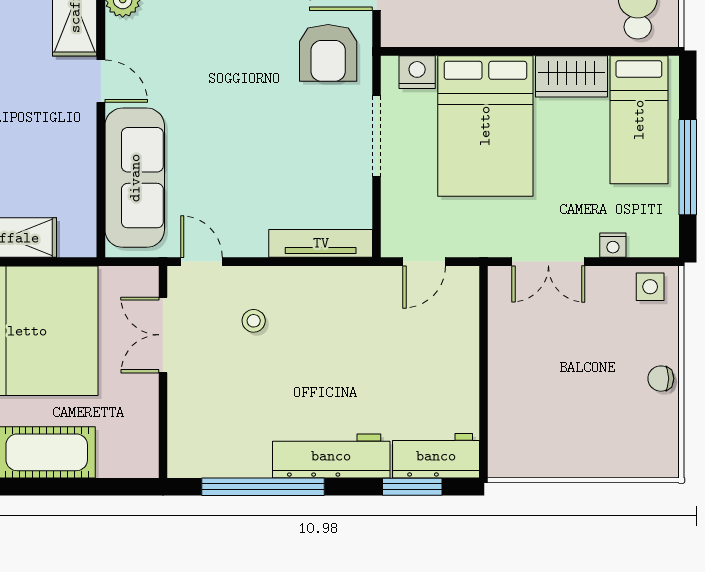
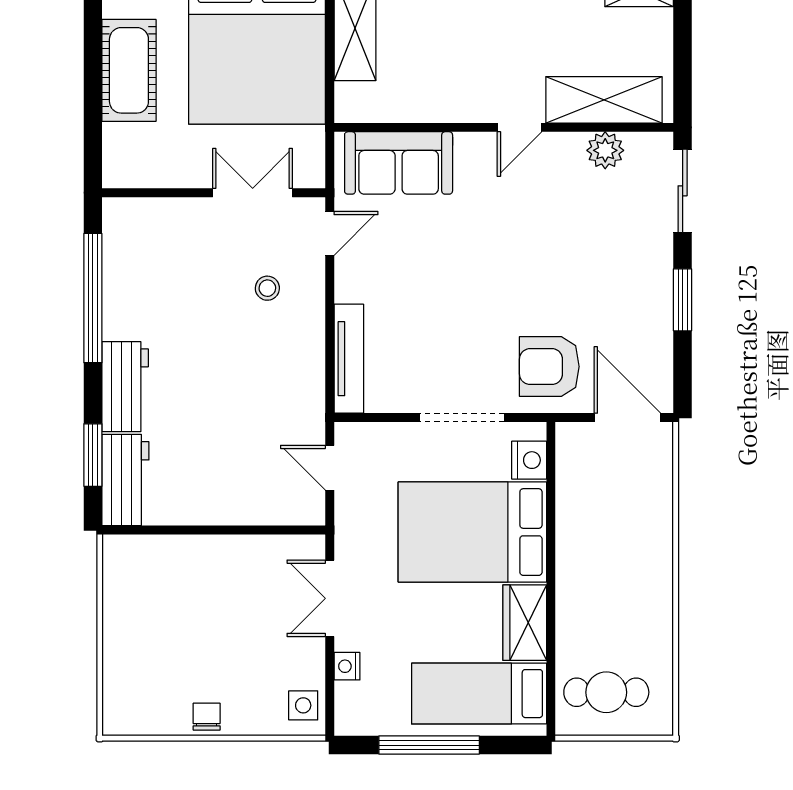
sofa: (135, 178) -> (399, 163), width x0.73
workbench: (331, 456) -> (125, 387), width x0.73

